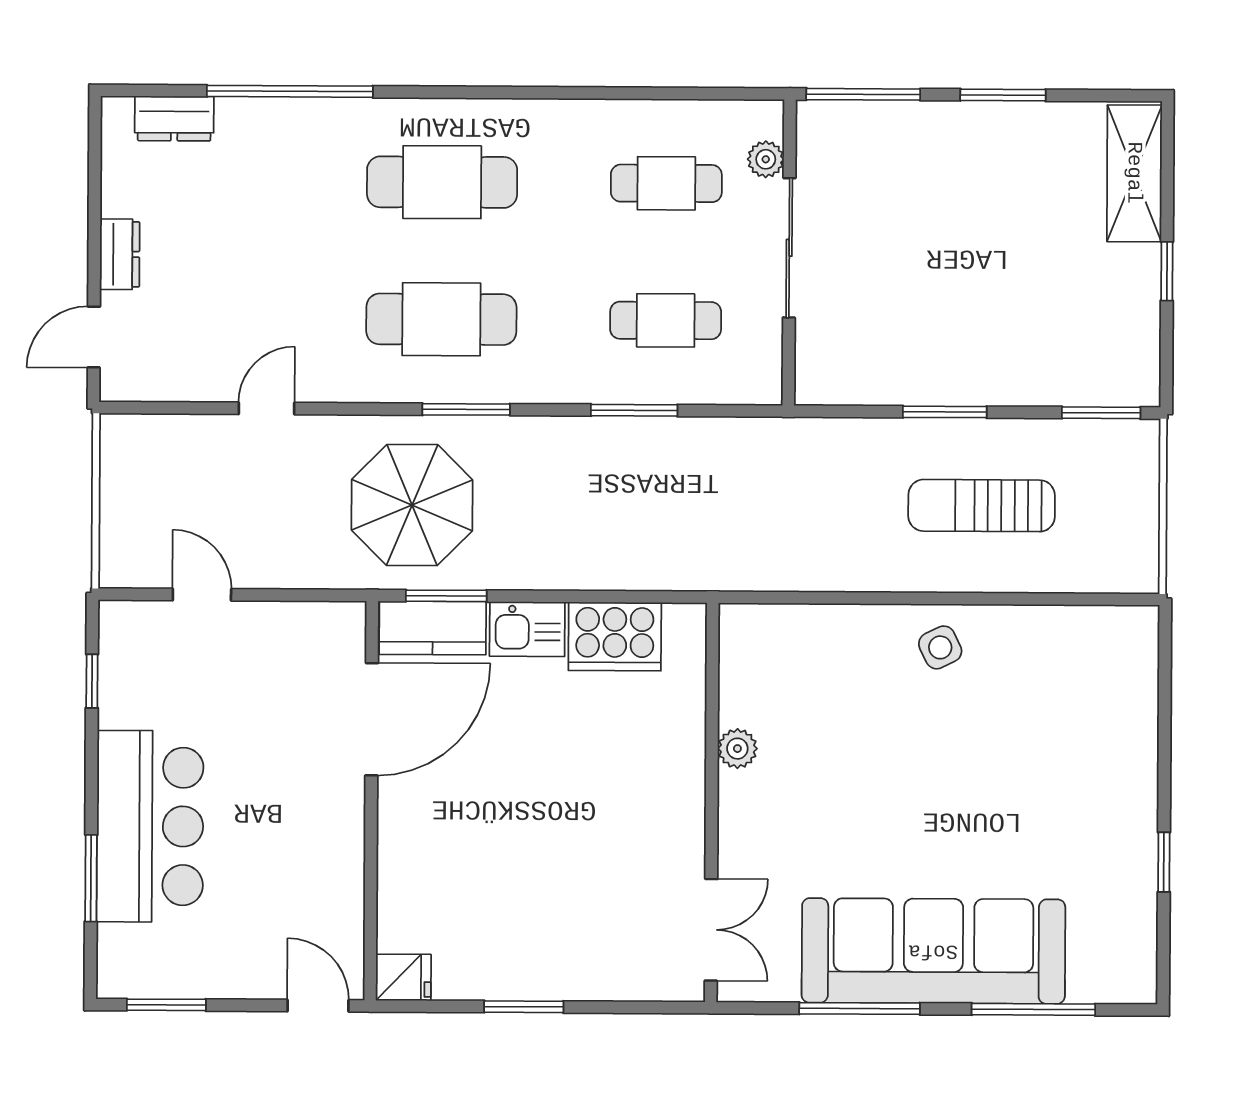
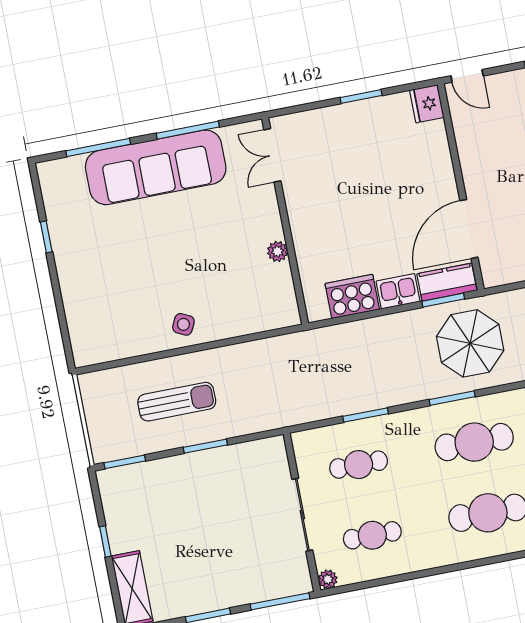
plant: (766, 159) -> (328, 579), moved
side table: (940, 647) -> (183, 324), turned -38
fridge: (403, 977) -> (427, 104), width x1.38

